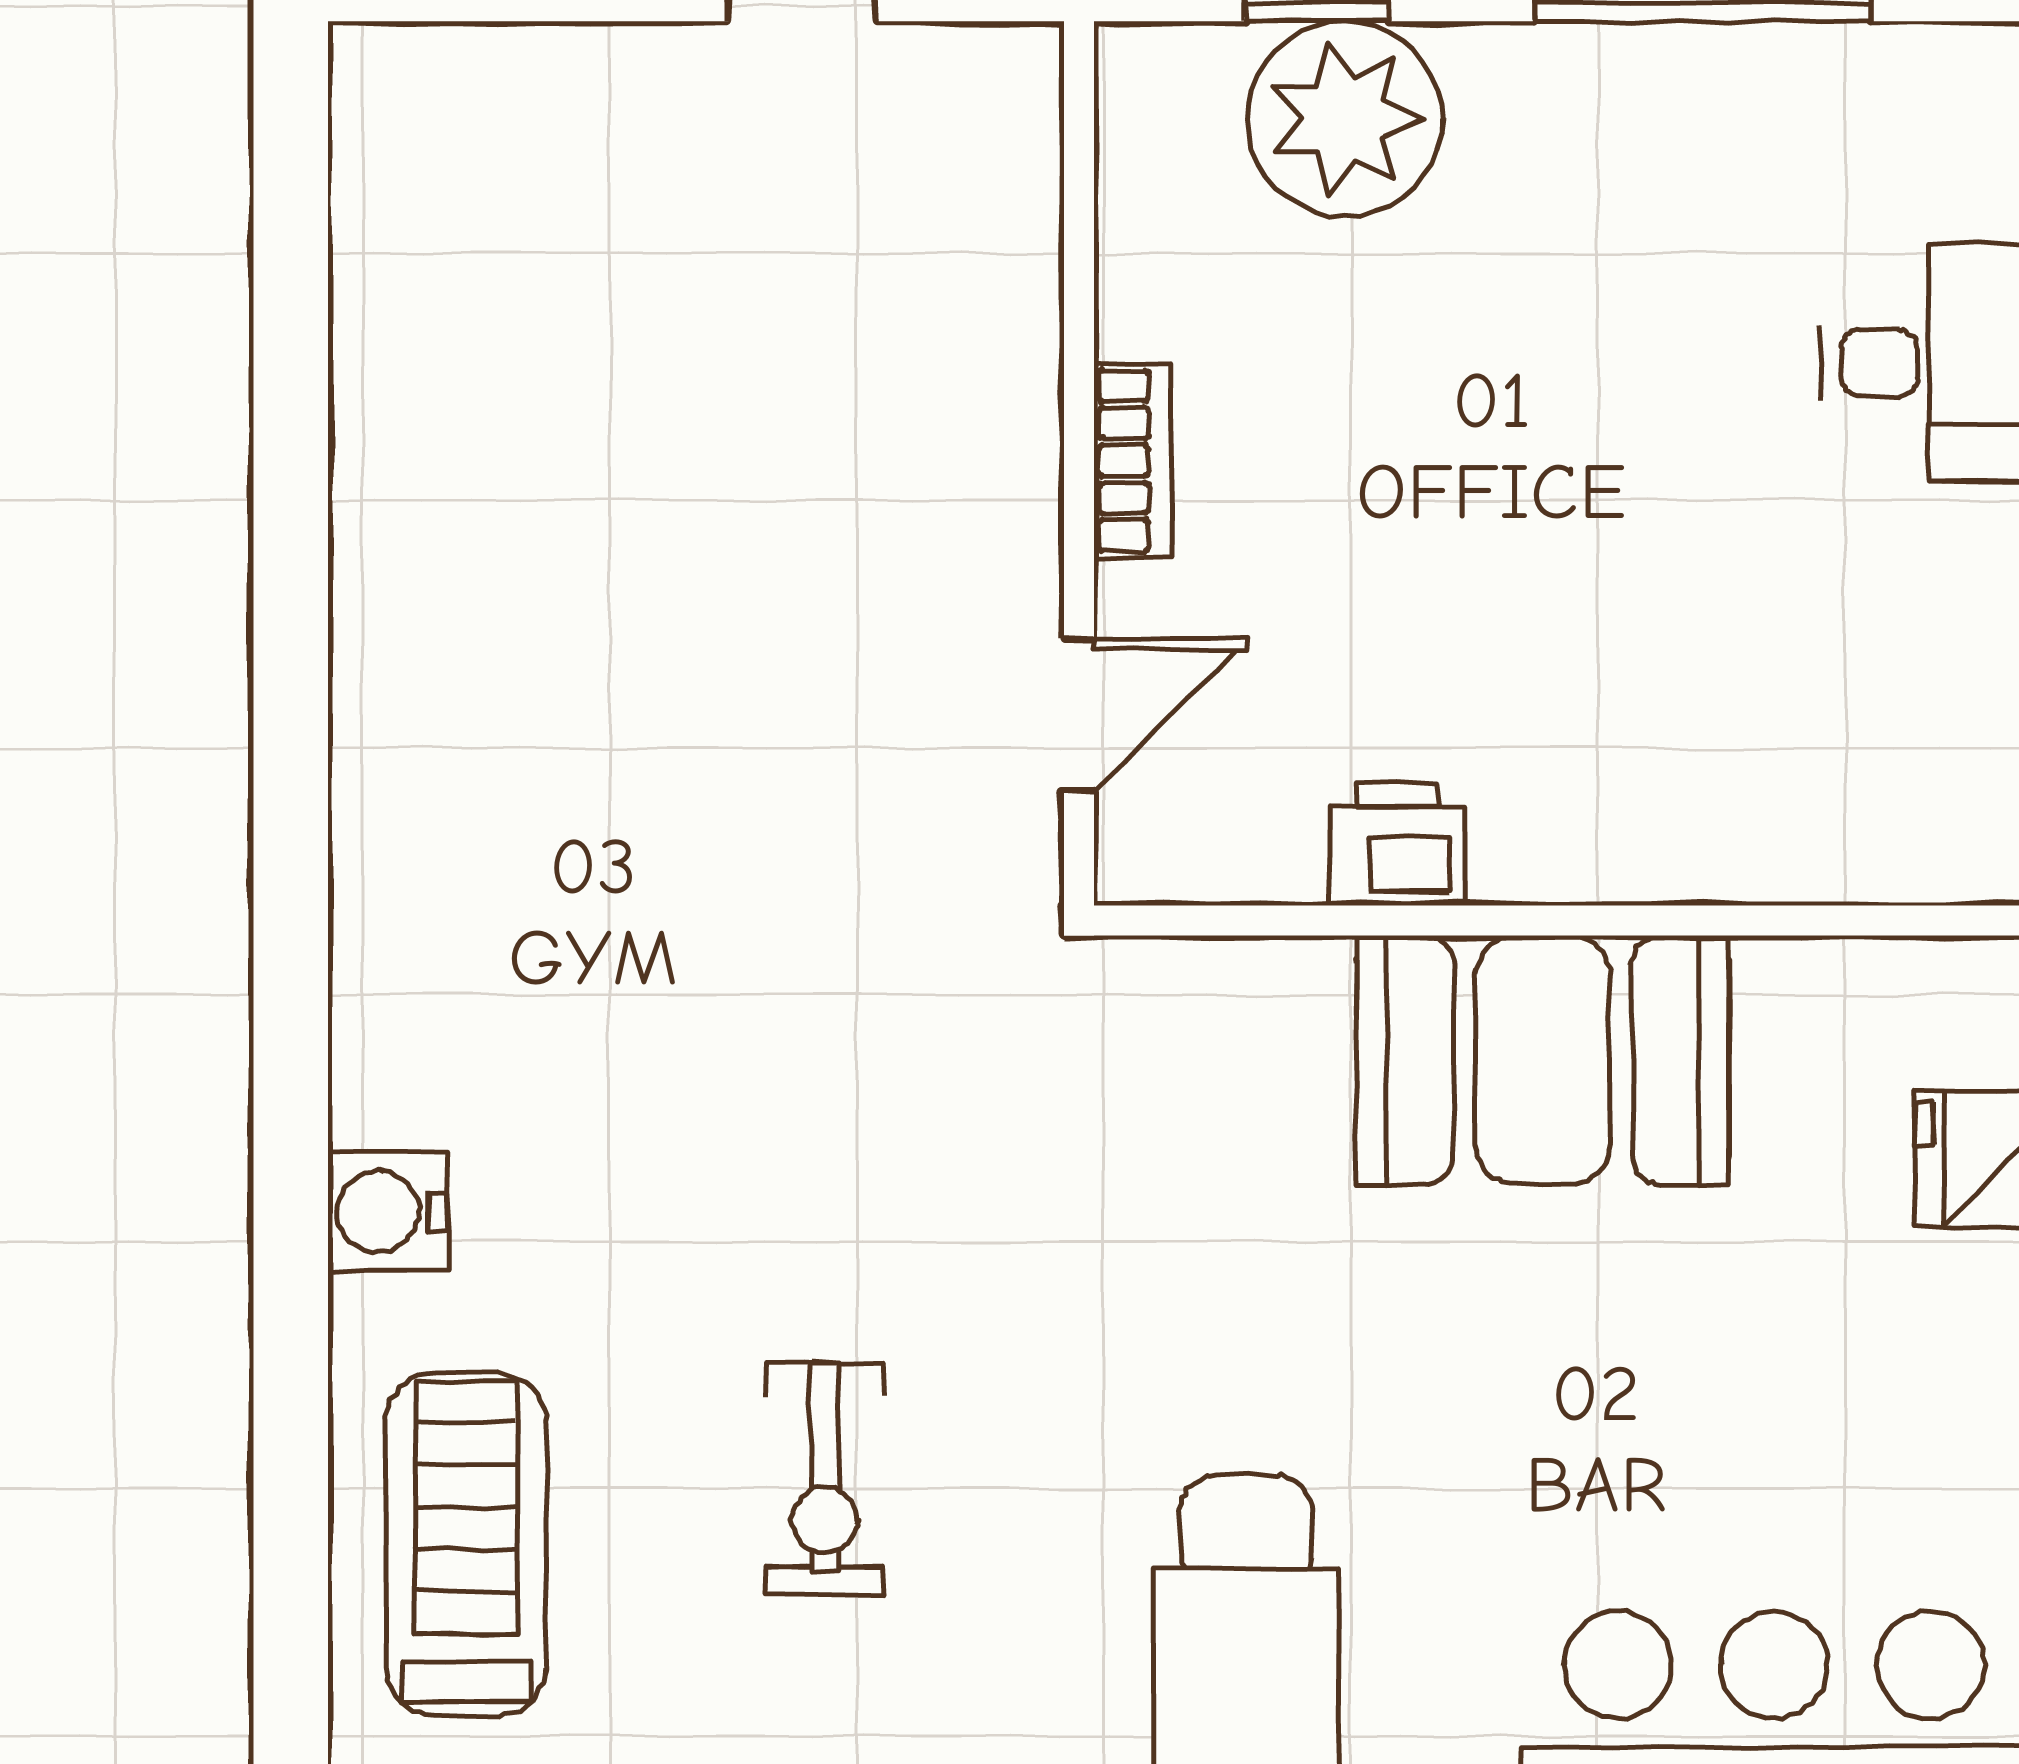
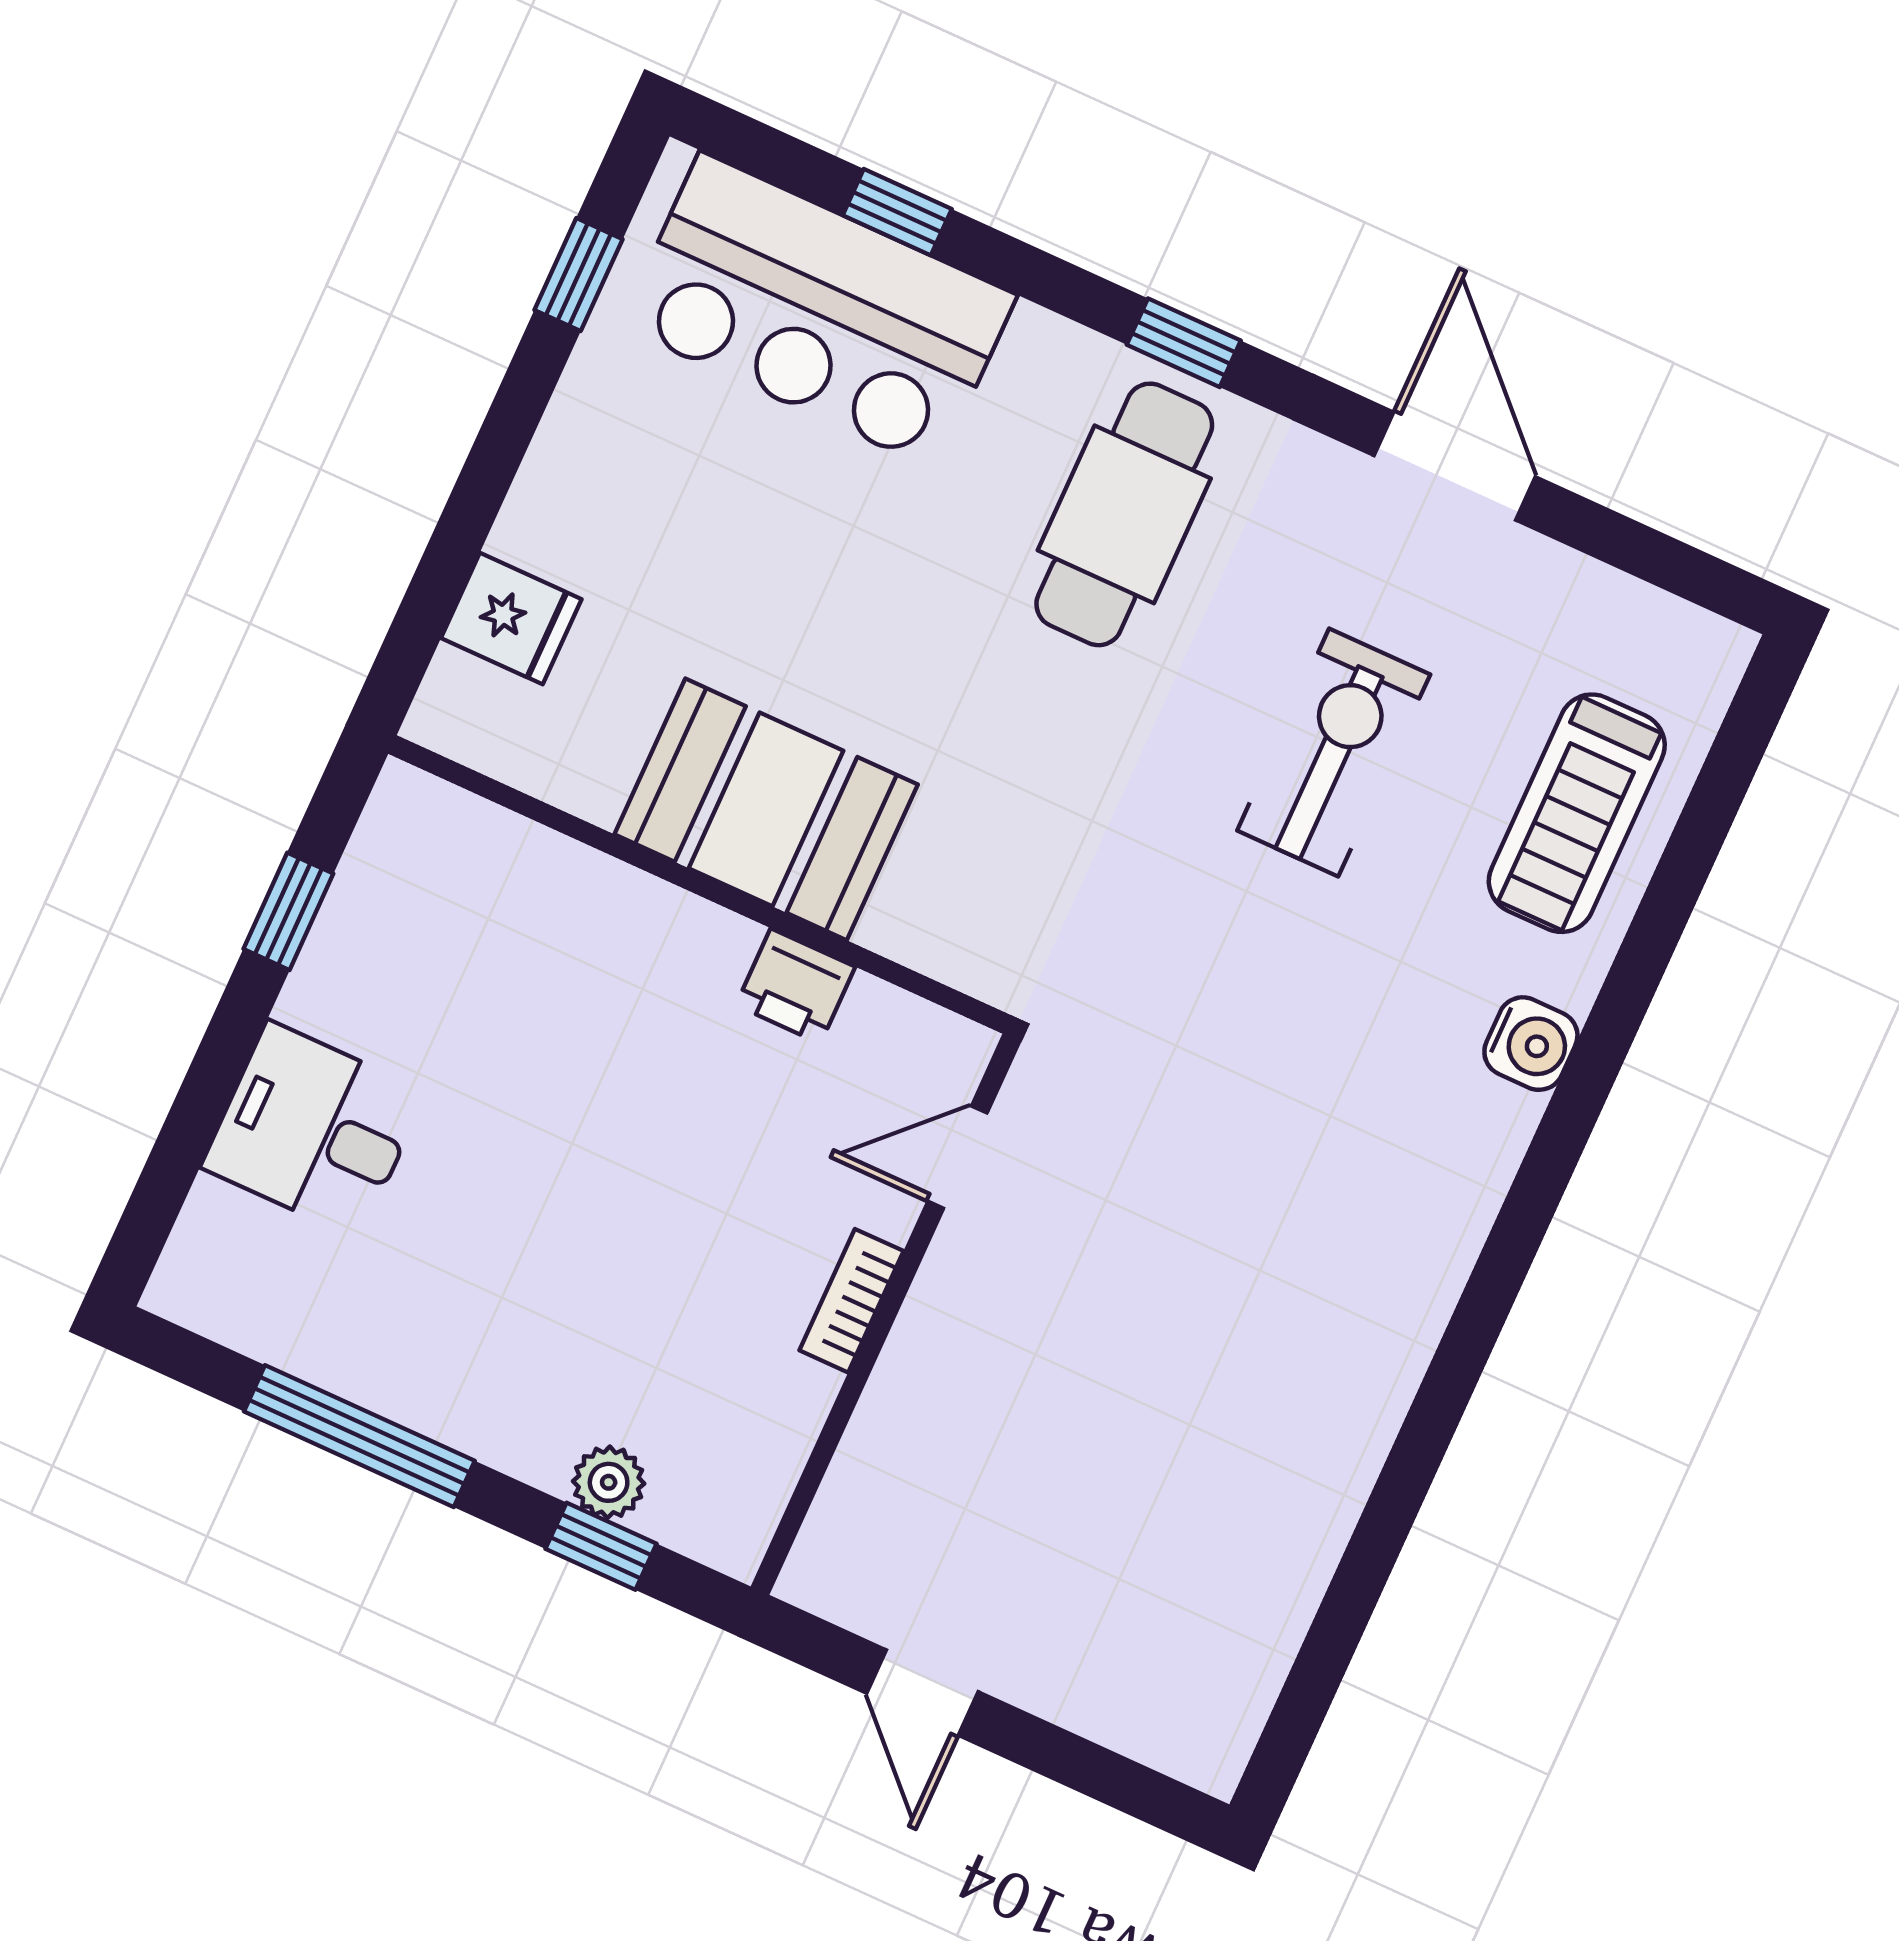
plant: (1345, 119) -> (609, 1482), width x0.53, depth x0.53
exercise bike: (825, 1478) -> (1334, 753), width x1.38, depth x1.39

